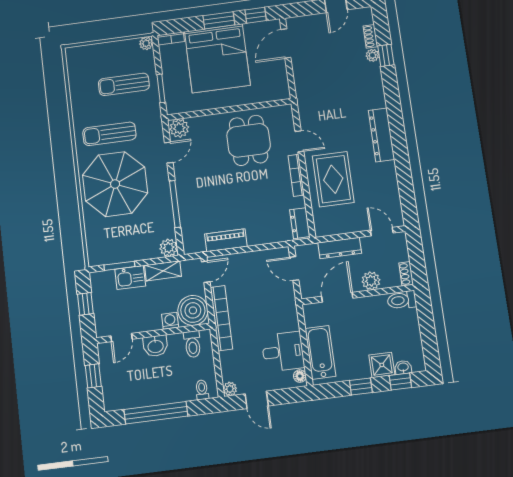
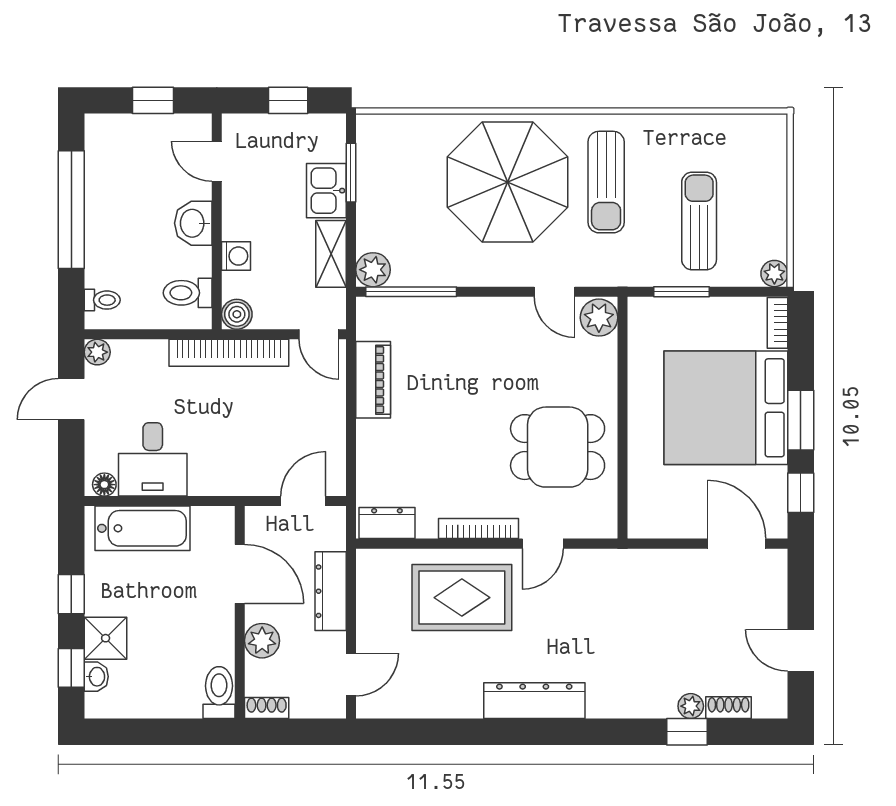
sun lounger: (109, 134) -> (606, 182), turned 180
window: (175, 204) -> (411, 292), moved
boiler: (193, 310) -> (237, 314), width x0.54, depth x0.54

